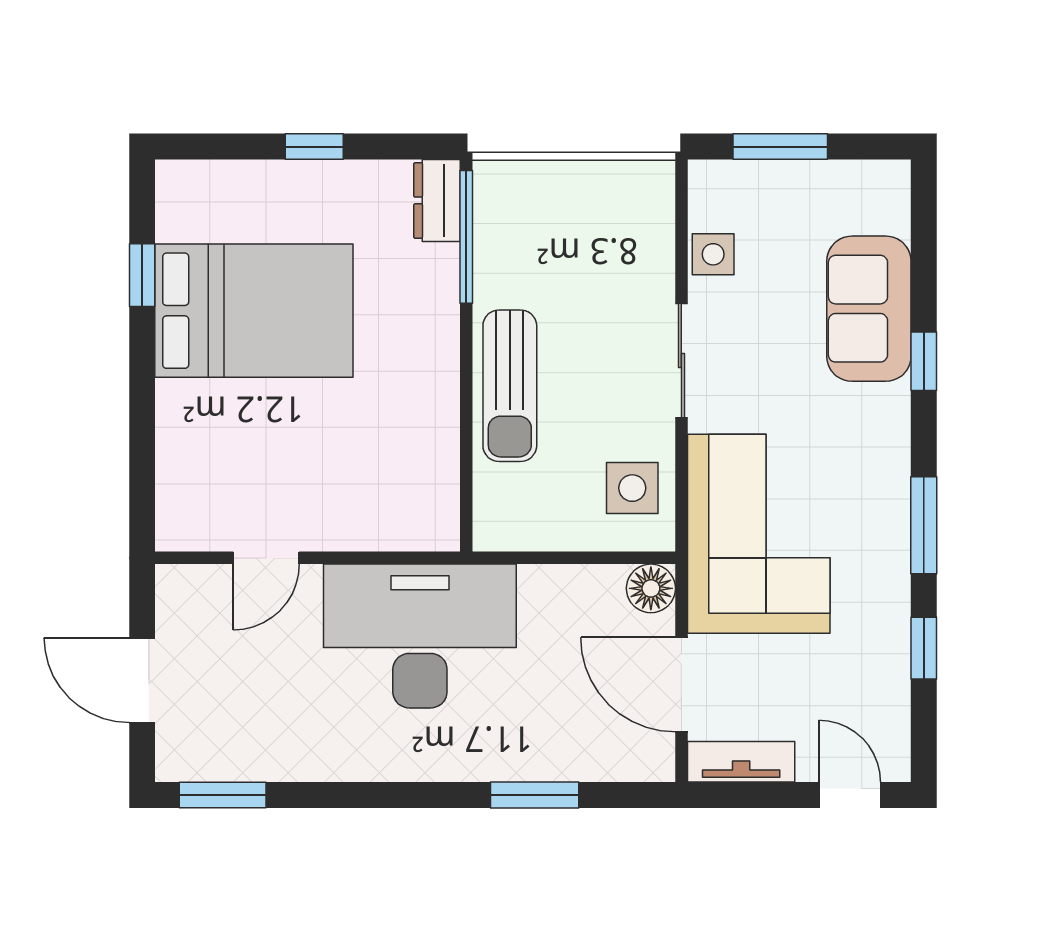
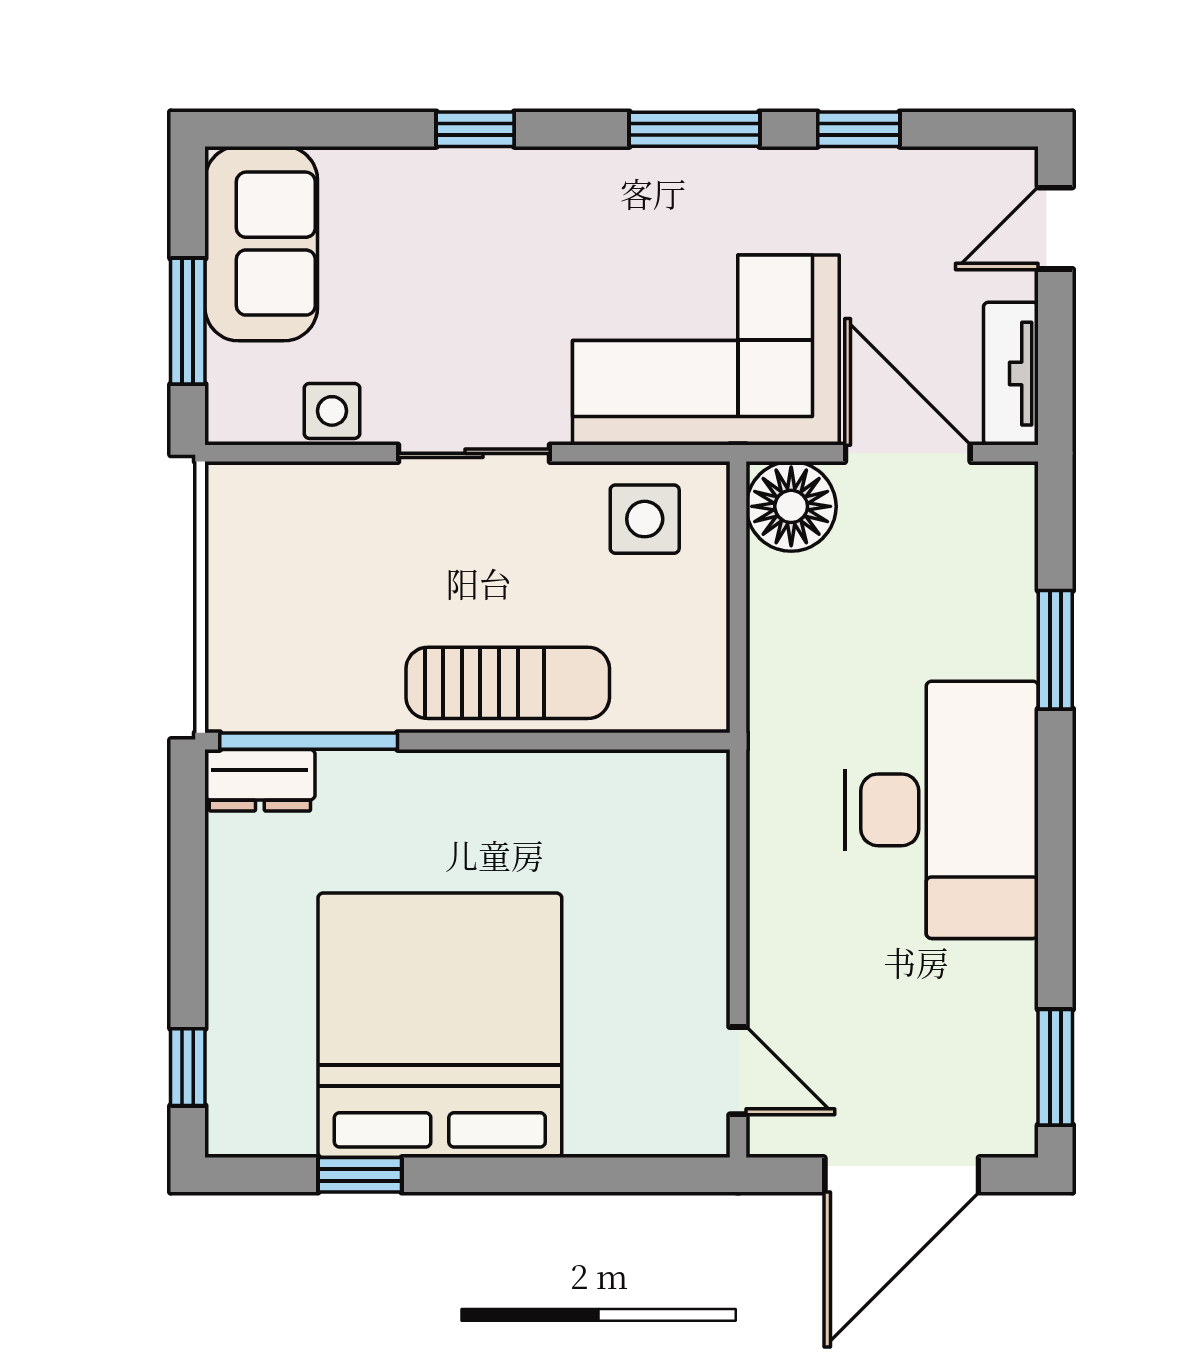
window: (314, 147) -> (188, 1067), moved
sofa: (869, 309) -> (261, 244), moved, turned -90
bed: (254, 311) -> (440, 1025), width x1.36
door: (266, 558) -> (738, 1071), moved
floor lamp: (651, 588) -> (791, 506), width x1.38, depth x1.38
desk: (420, 636) -> (942, 810), moved, turned 180
door: (142, 680) -> (902, 1175), width x1.36
door: (681, 685) -> (908, 453), swing flipped

